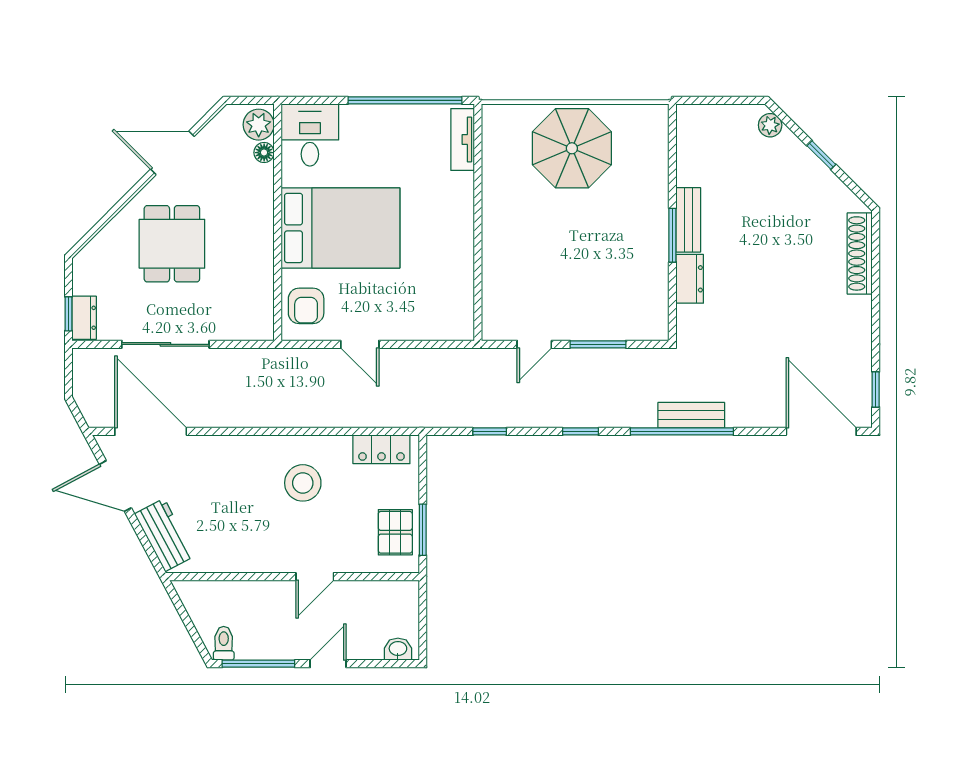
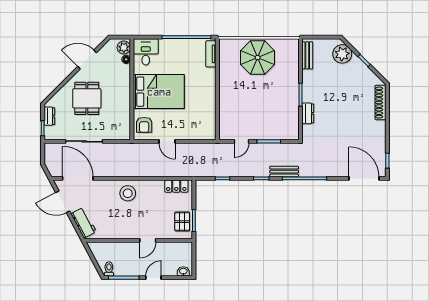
plant: (770, 125) -> (342, 54), width x1.88, depth x1.88
bench: (688, 220) -> (307, 55), moved
dresser: (84, 318) -> (49, 116), moved
bench: (691, 415) -> (284, 172), moved
stool: (303, 483) -> (128, 193), moved

